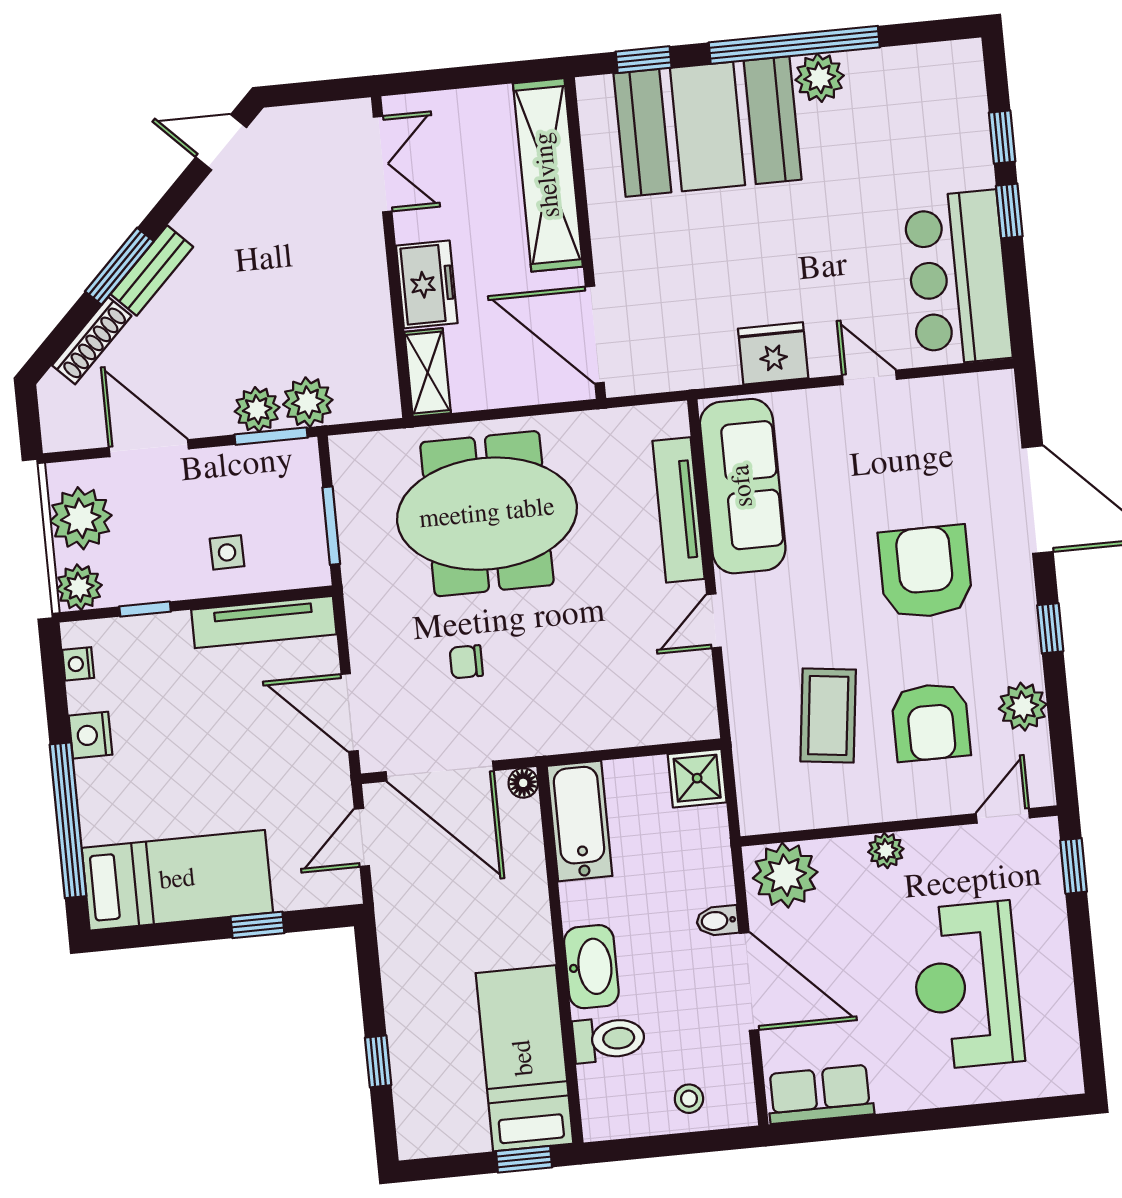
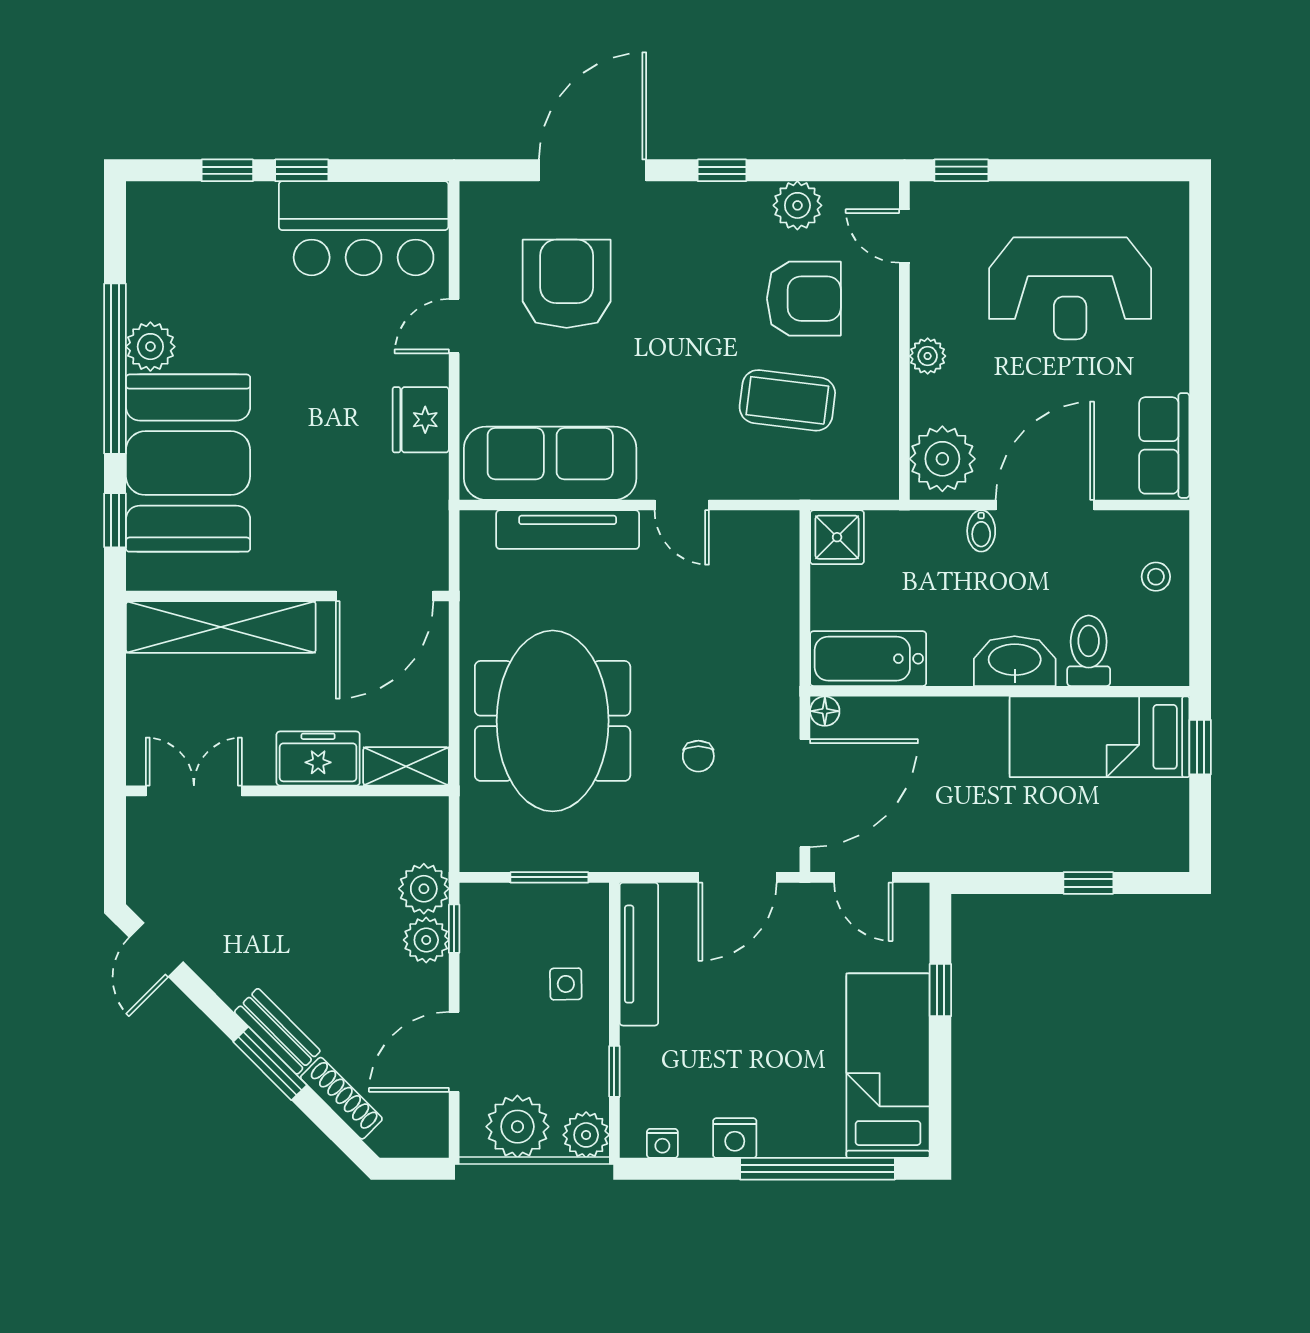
window: (271, 436) -> (454, 929), width x0.67
armchair: (925, 572) -> (567, 284), moved, turned 90

